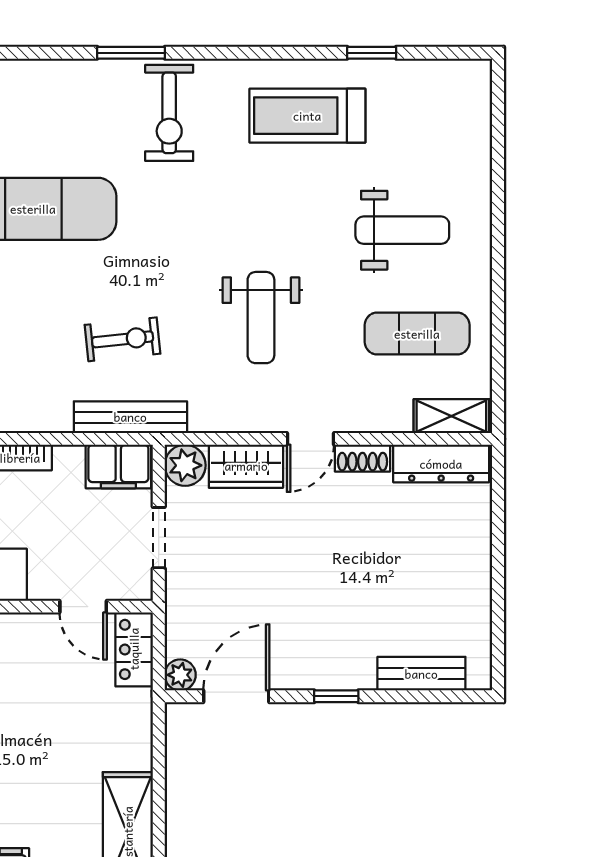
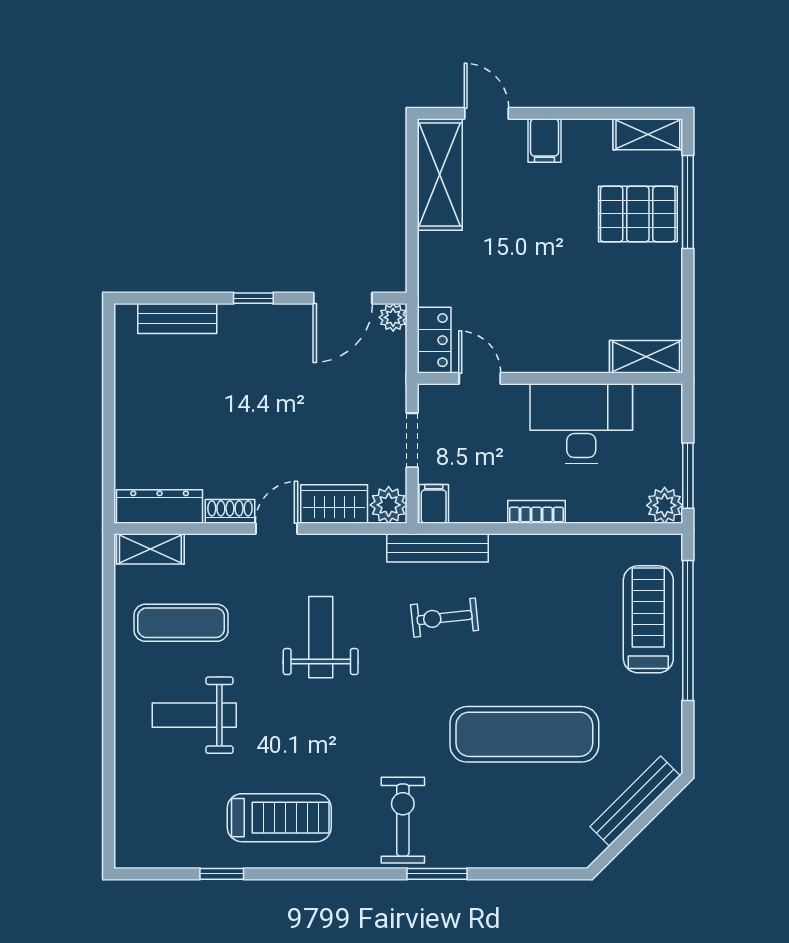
filing cabinet: (118, 467) -> (434, 504), width x0.50

